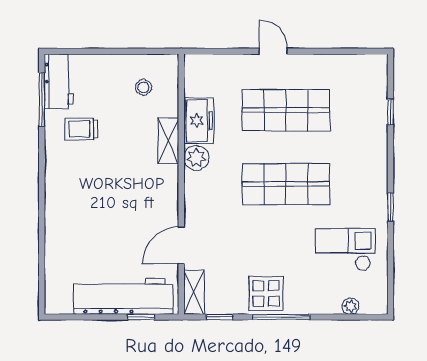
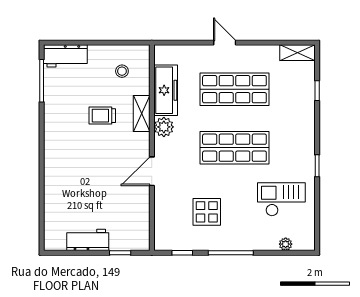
workbench: (59, 81) -> (65, 56), moved, turned 90
freezer: (199, 121) -> (166, 90), width x1.40
trolley: (82, 129) -> (102, 116), moved
door: (181, 245) -> (152, 171), moved
shelving: (194, 292) -> (297, 53), moved, turned 90
display table: (266, 293) -> (207, 212), moved
workbench: (123, 296) -> (88, 240), width x0.53, depth x0.76

